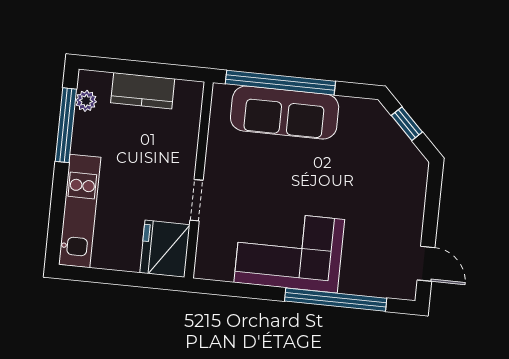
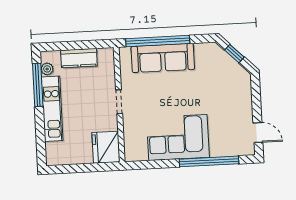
doorway: (197, 200) -> (119, 102), moved
kitchen unit: (80, 211) -> (52, 109), moved

